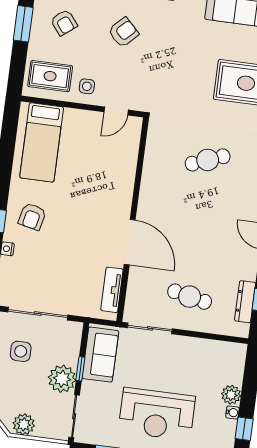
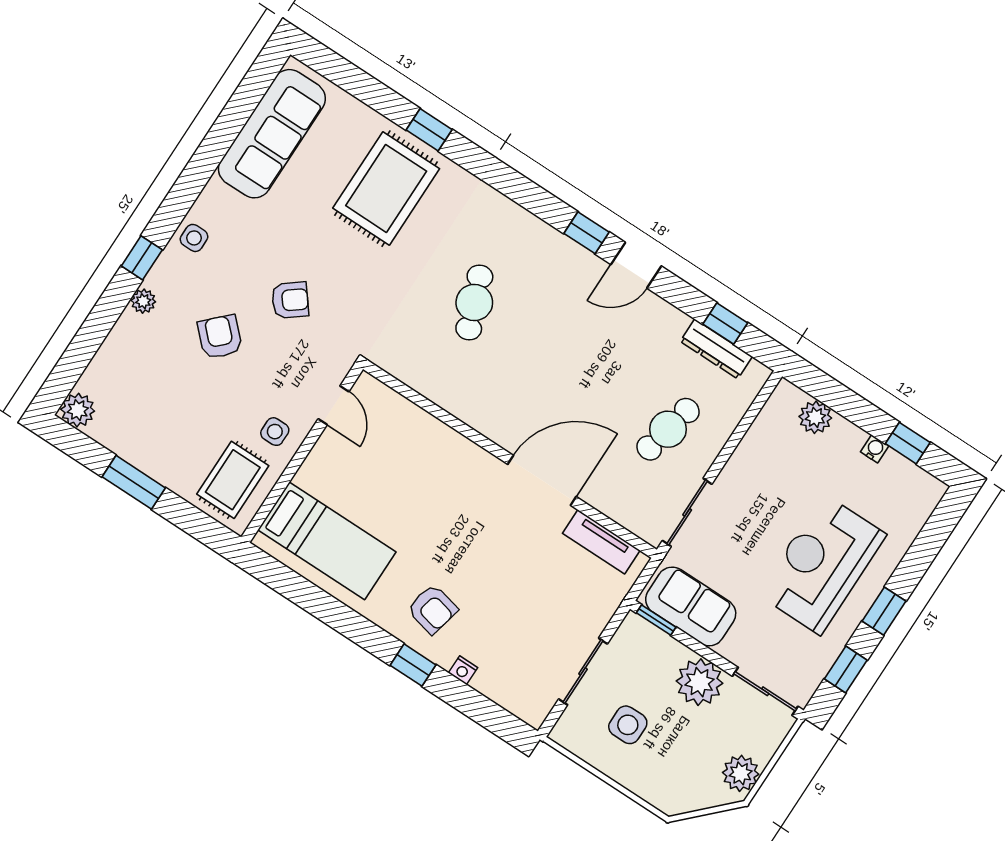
armchair: (64, 23) -> (290, 300), moved
sliding door: (38, 314) -> (583, 671), width x0.73
window: (80, 369) -> (656, 620), moved
plant: (231, 395) -> (815, 417), moved
reception desk: (157, 414) -> (822, 564), turned 180

